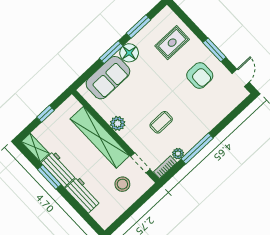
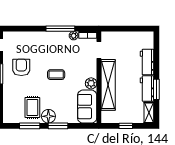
rug: (172, 43) -> (32, 107), moved, turned 90
sofa: (108, 78) -> (87, 107), moved, turned -90
coffee table: (161, 122) -> (56, 75), moved
stool: (122, 184) -> (120, 48), removed

